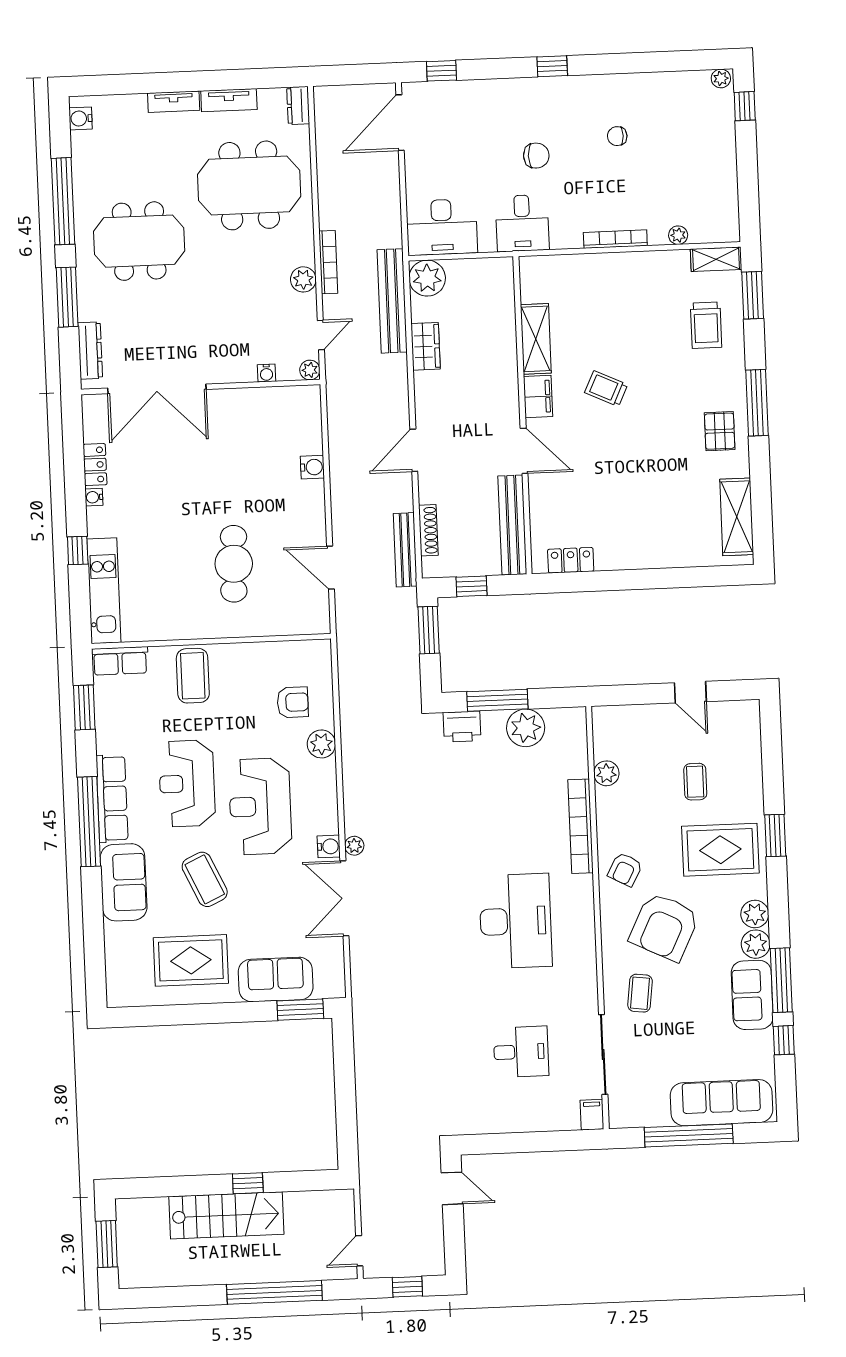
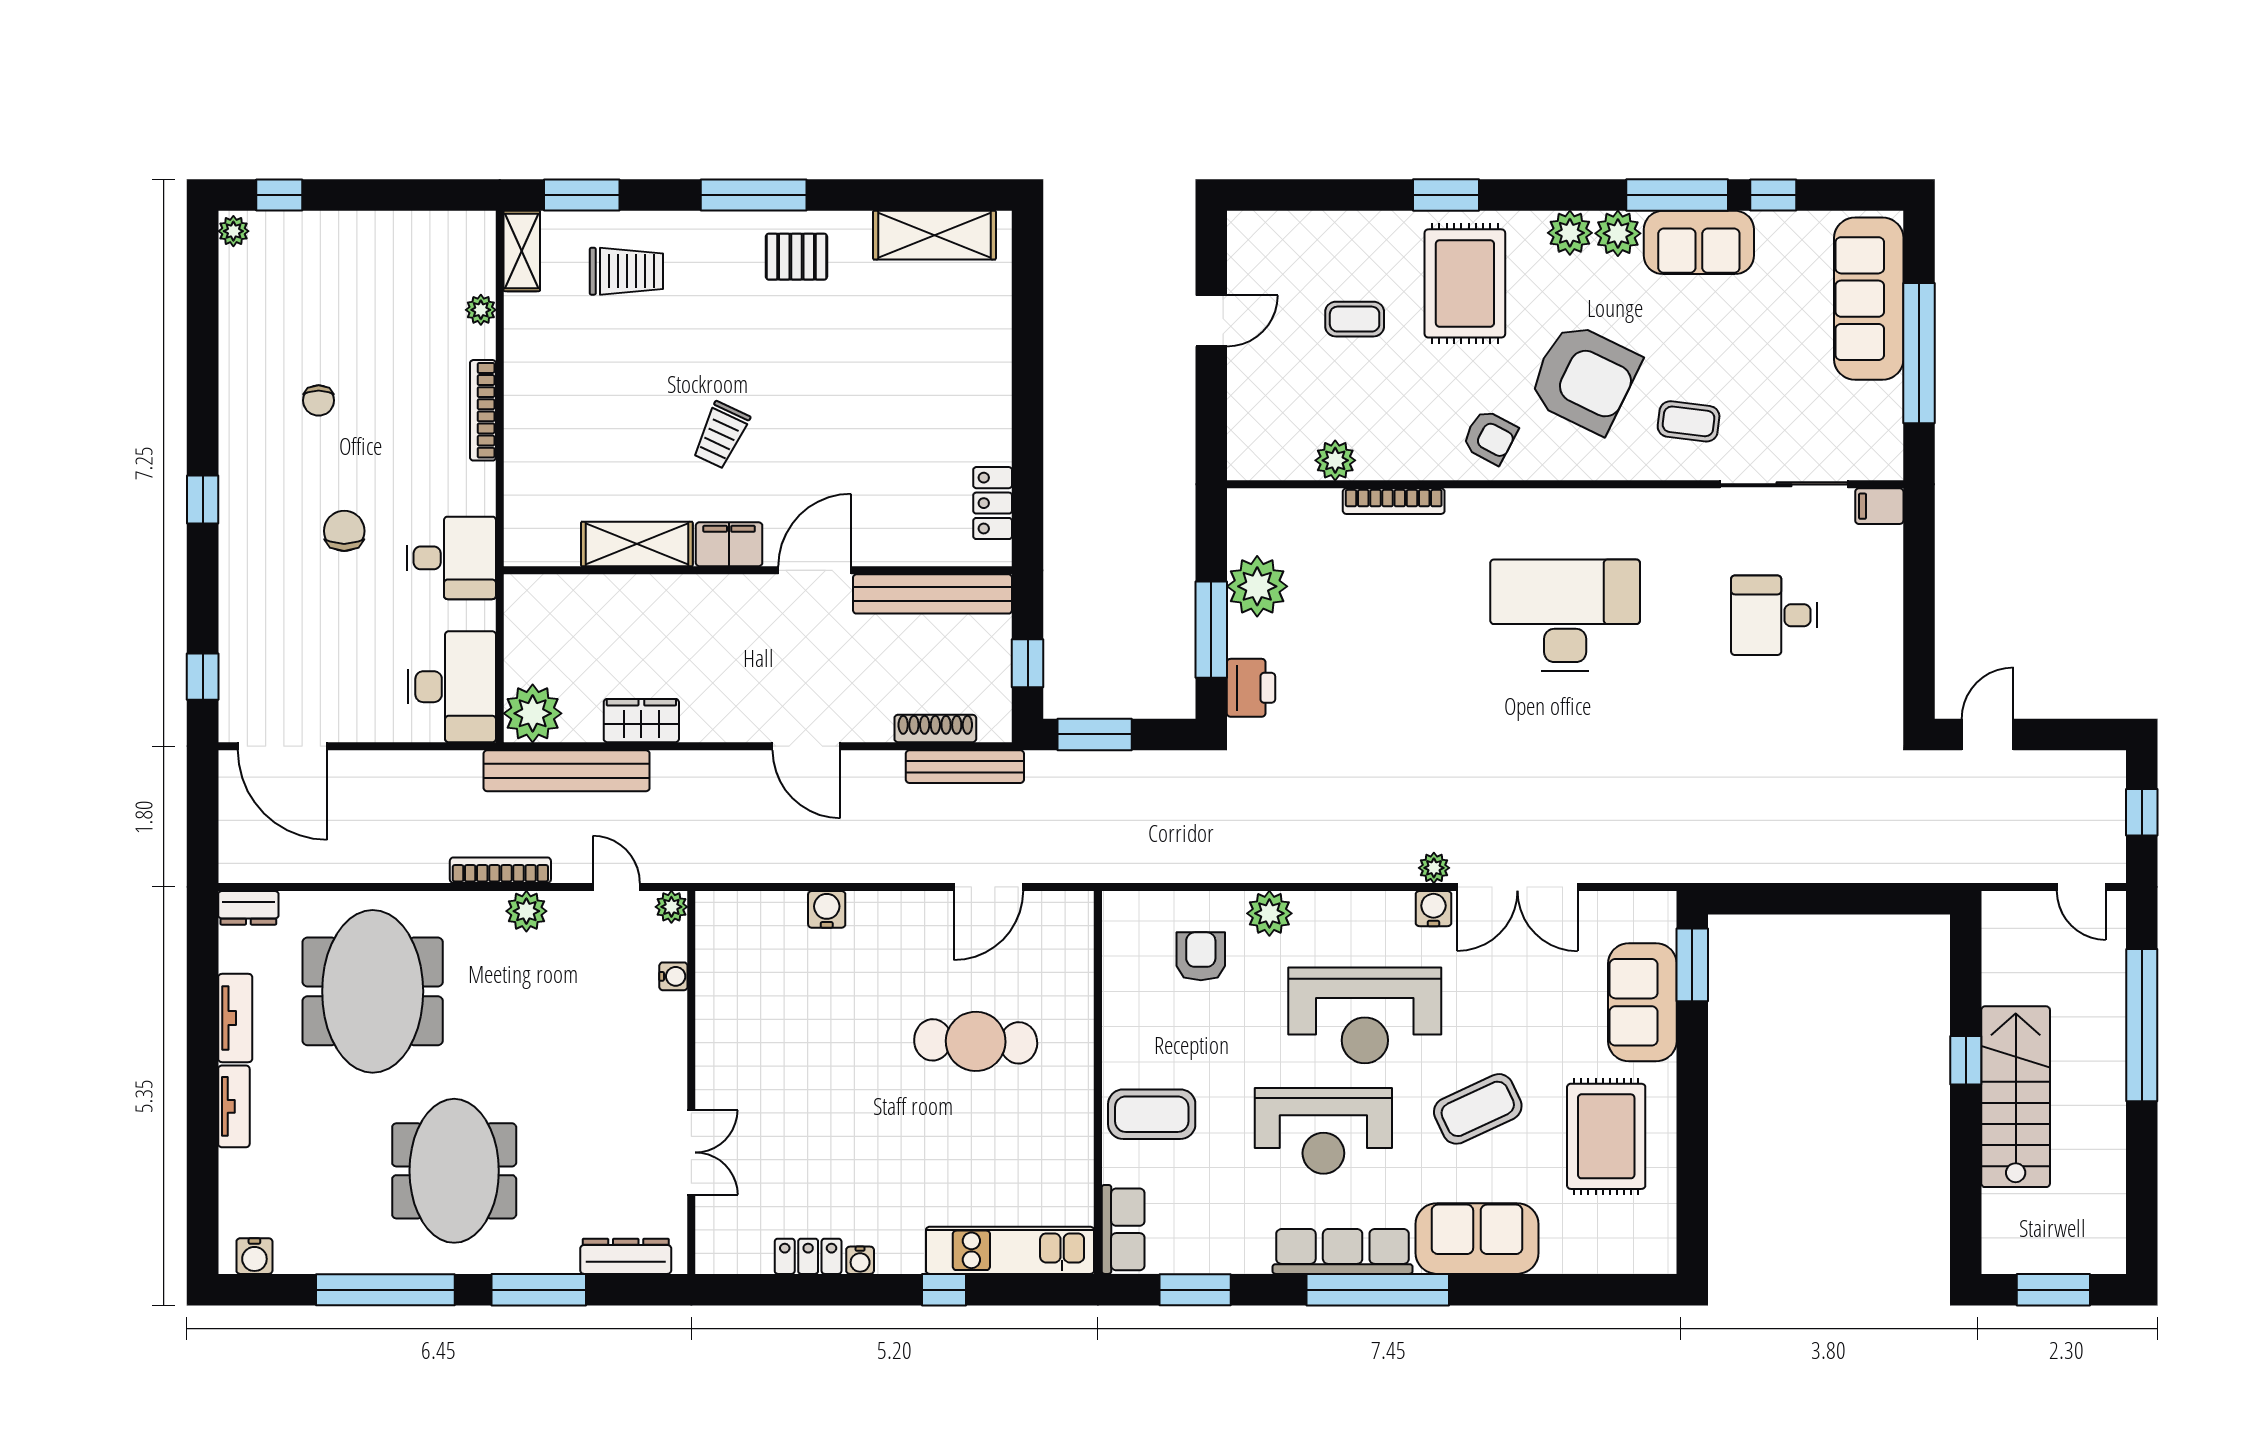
double door: (157, 389) -> (691, 1152), width x0.54
bookcase: (580, 826) -> (1394, 501), width x0.68, depth x0.76
desk: (521, 1052) -> (1774, 615), turned -90

